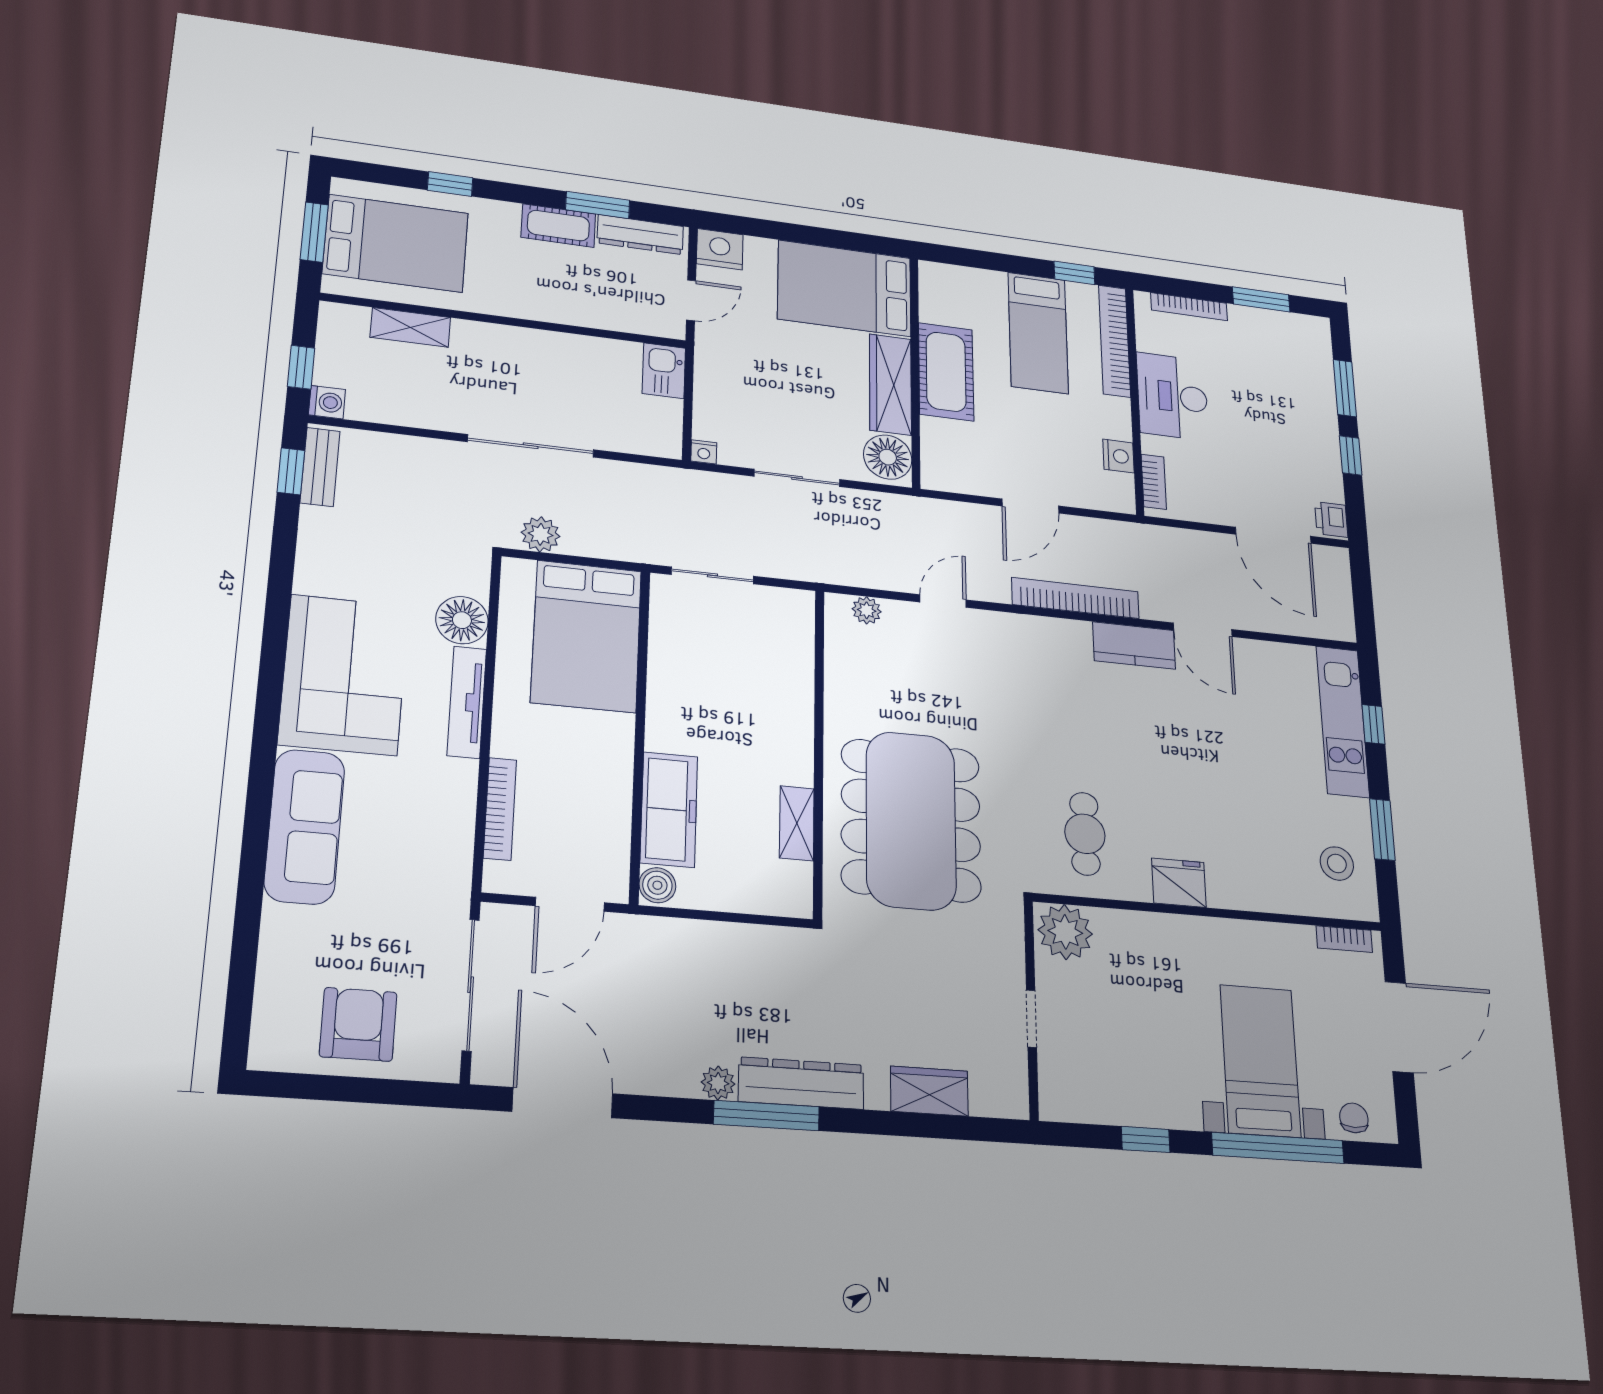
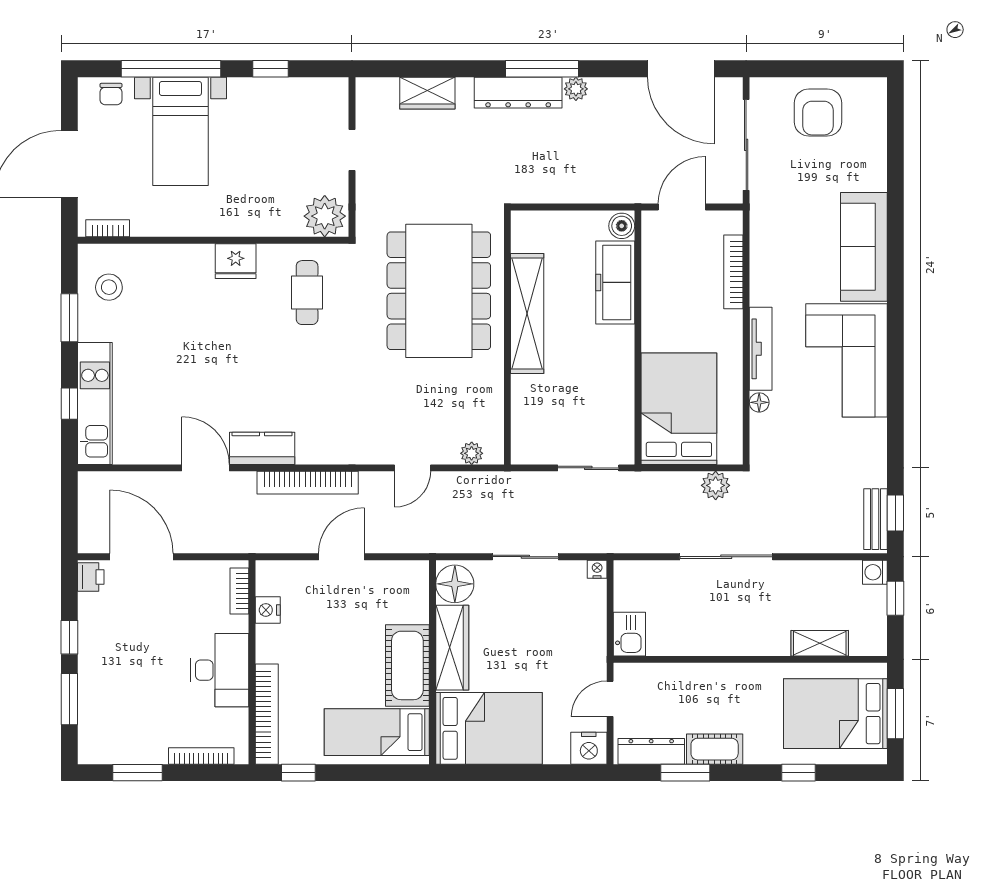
bed: (1038, 333) -> (377, 732), moved, turned -90
floor lamp: (462, 620) -> (759, 402), width x0.53, depth x0.53
shelving: (797, 823) -> (527, 314), width x2.20, depth x1.33

